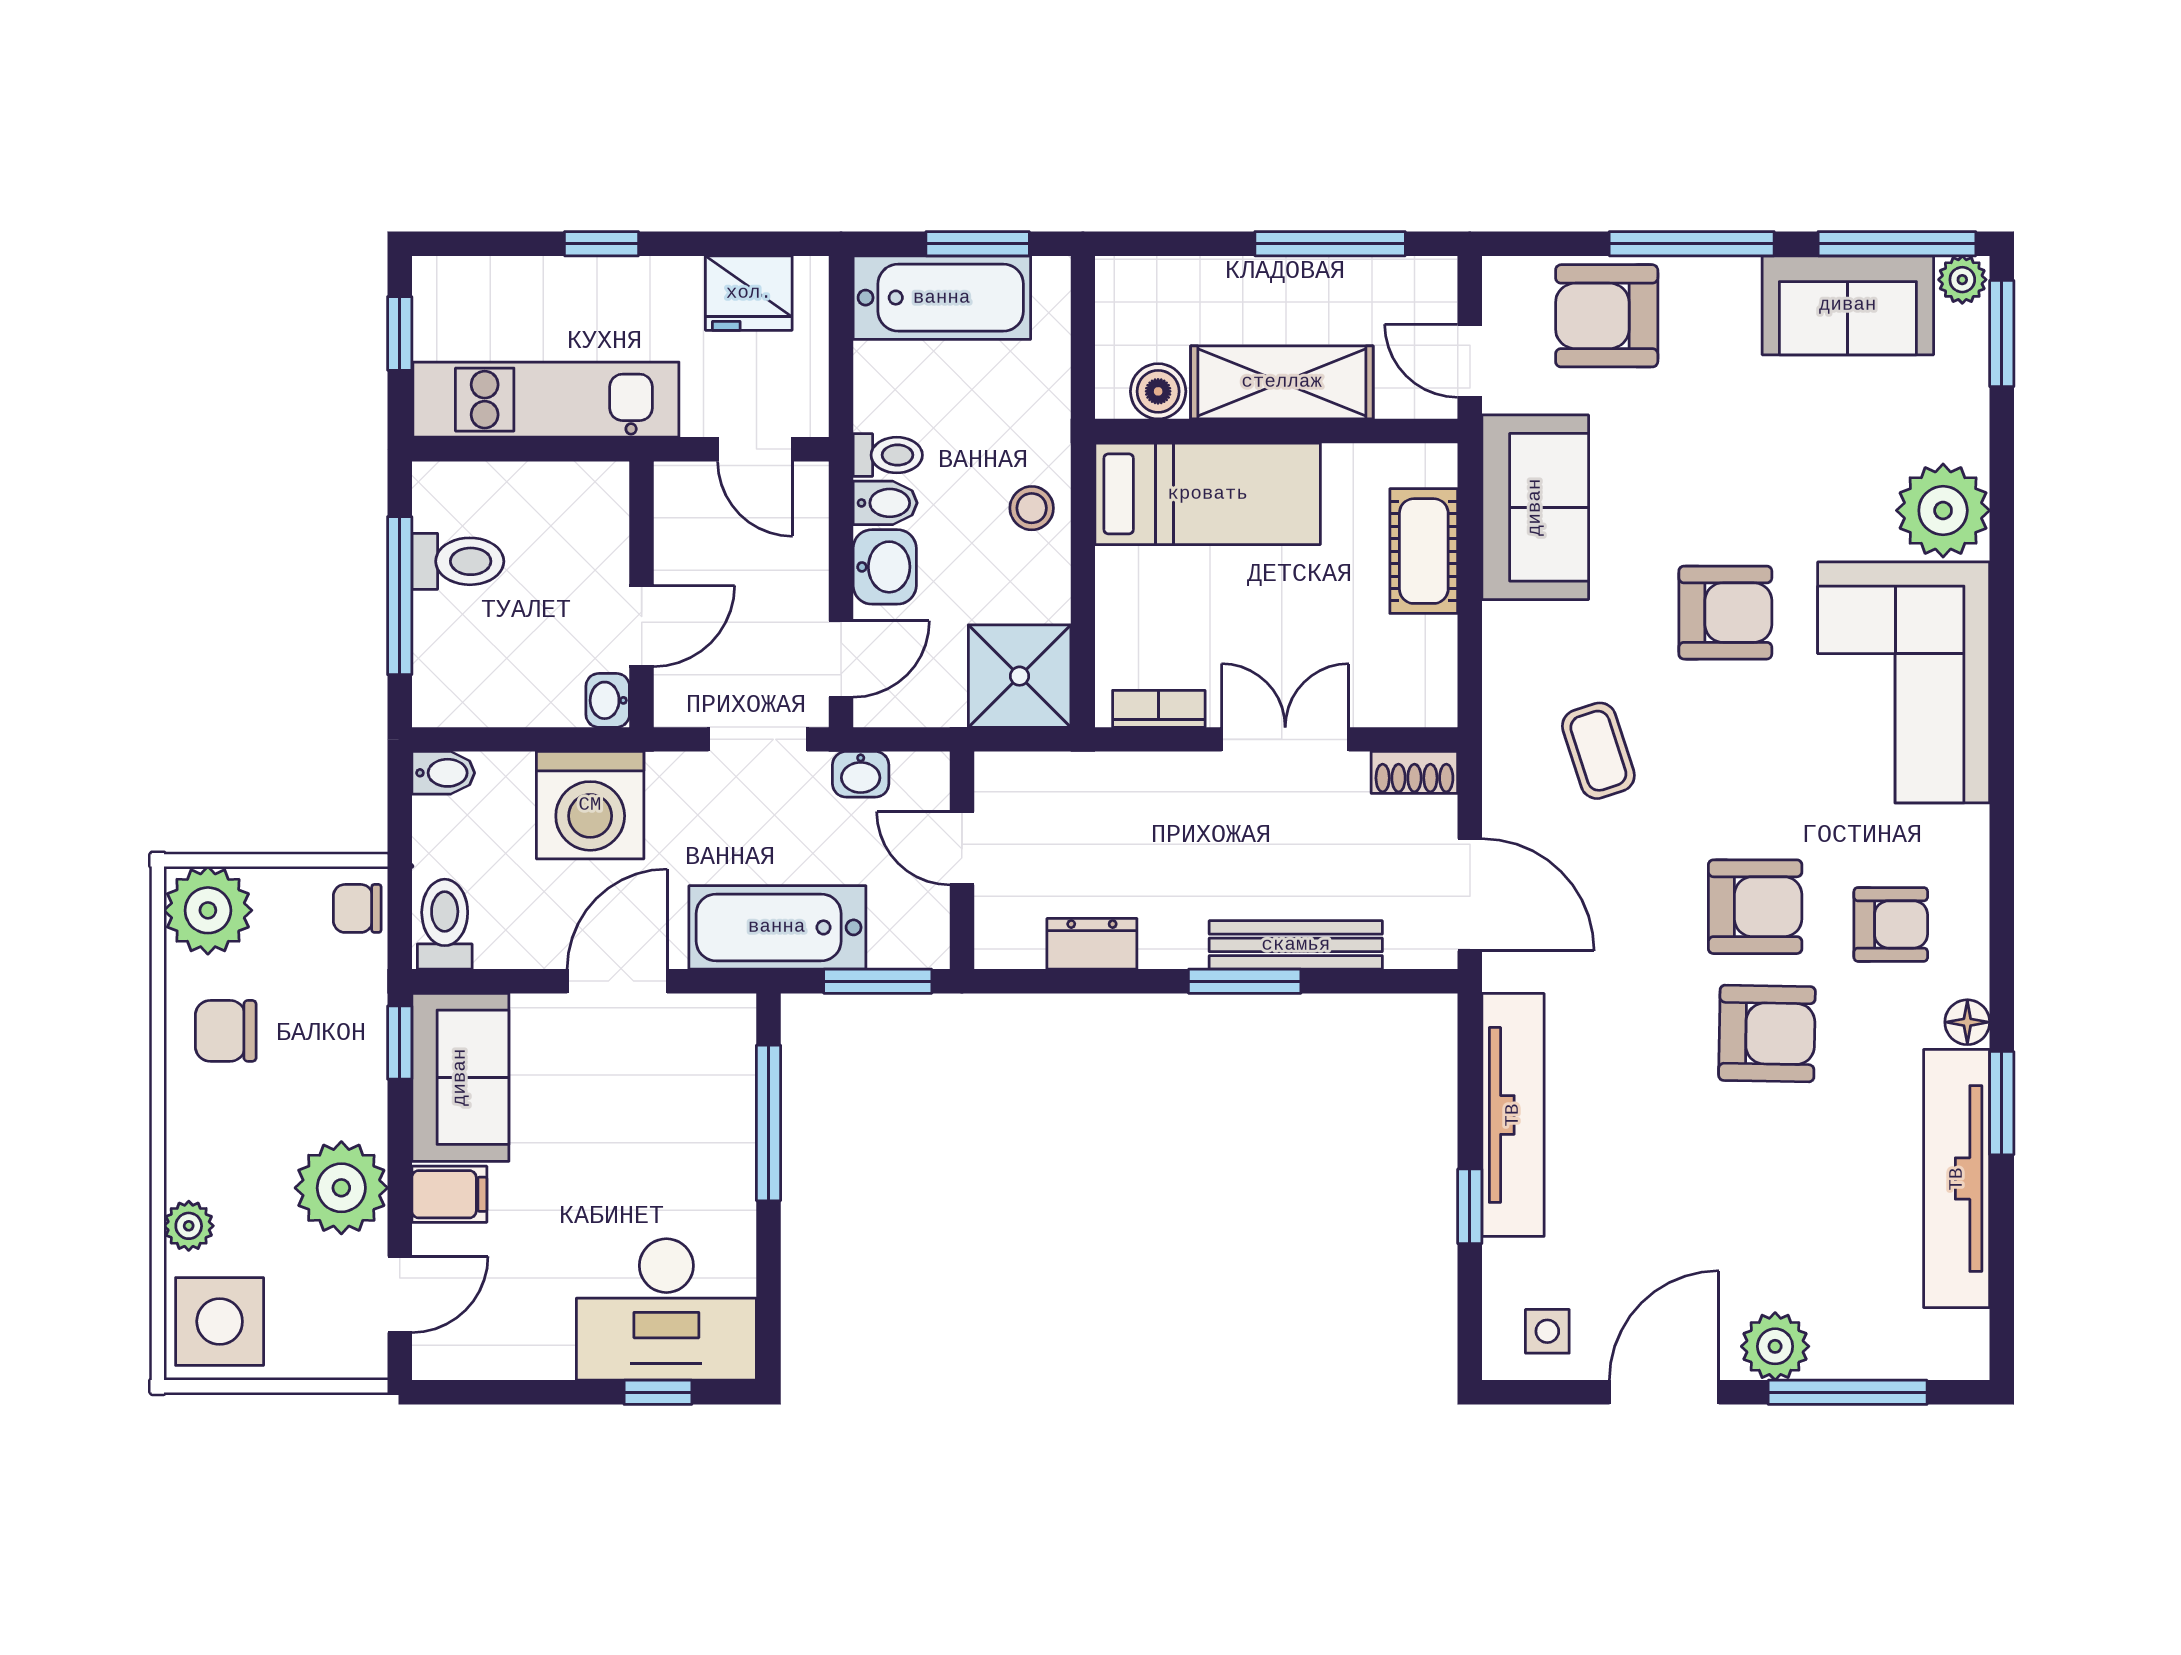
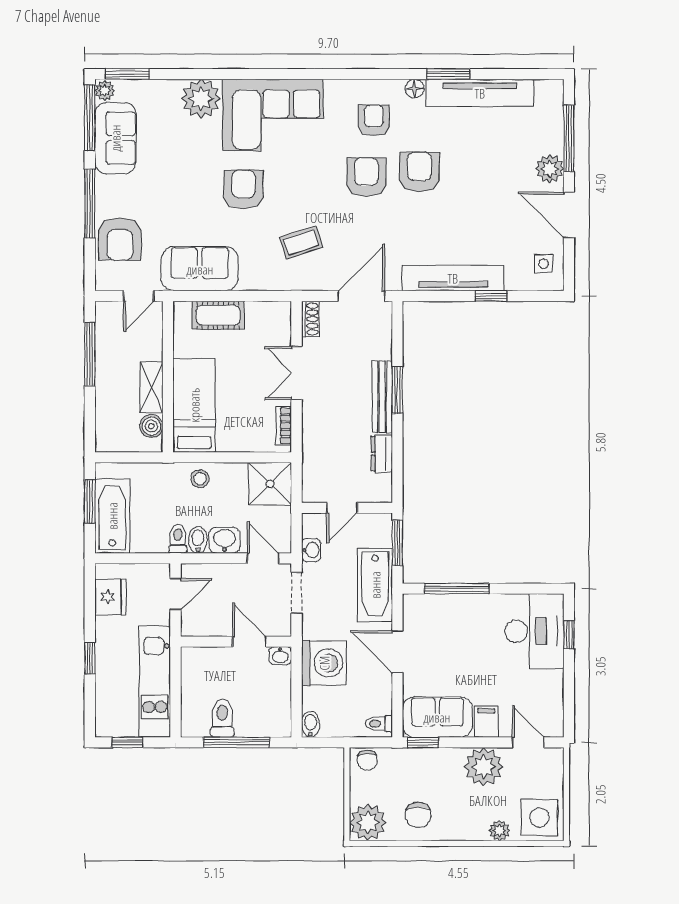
shelving: (1282, 382) -> (151, 387), width x0.67, depth x0.75
toilet: (445, 924) -> (379, 724), width x0.73, depth x0.72
bench: (1296, 945) -> (382, 397), moved

